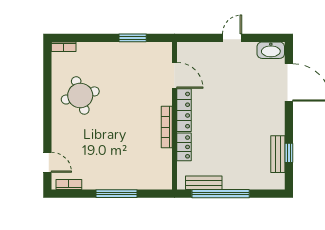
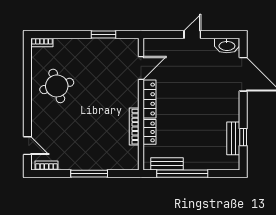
door: (174, 75) -> (141, 68), hinge flipped
bookcase: (167, 127) -> (134, 127), moved

